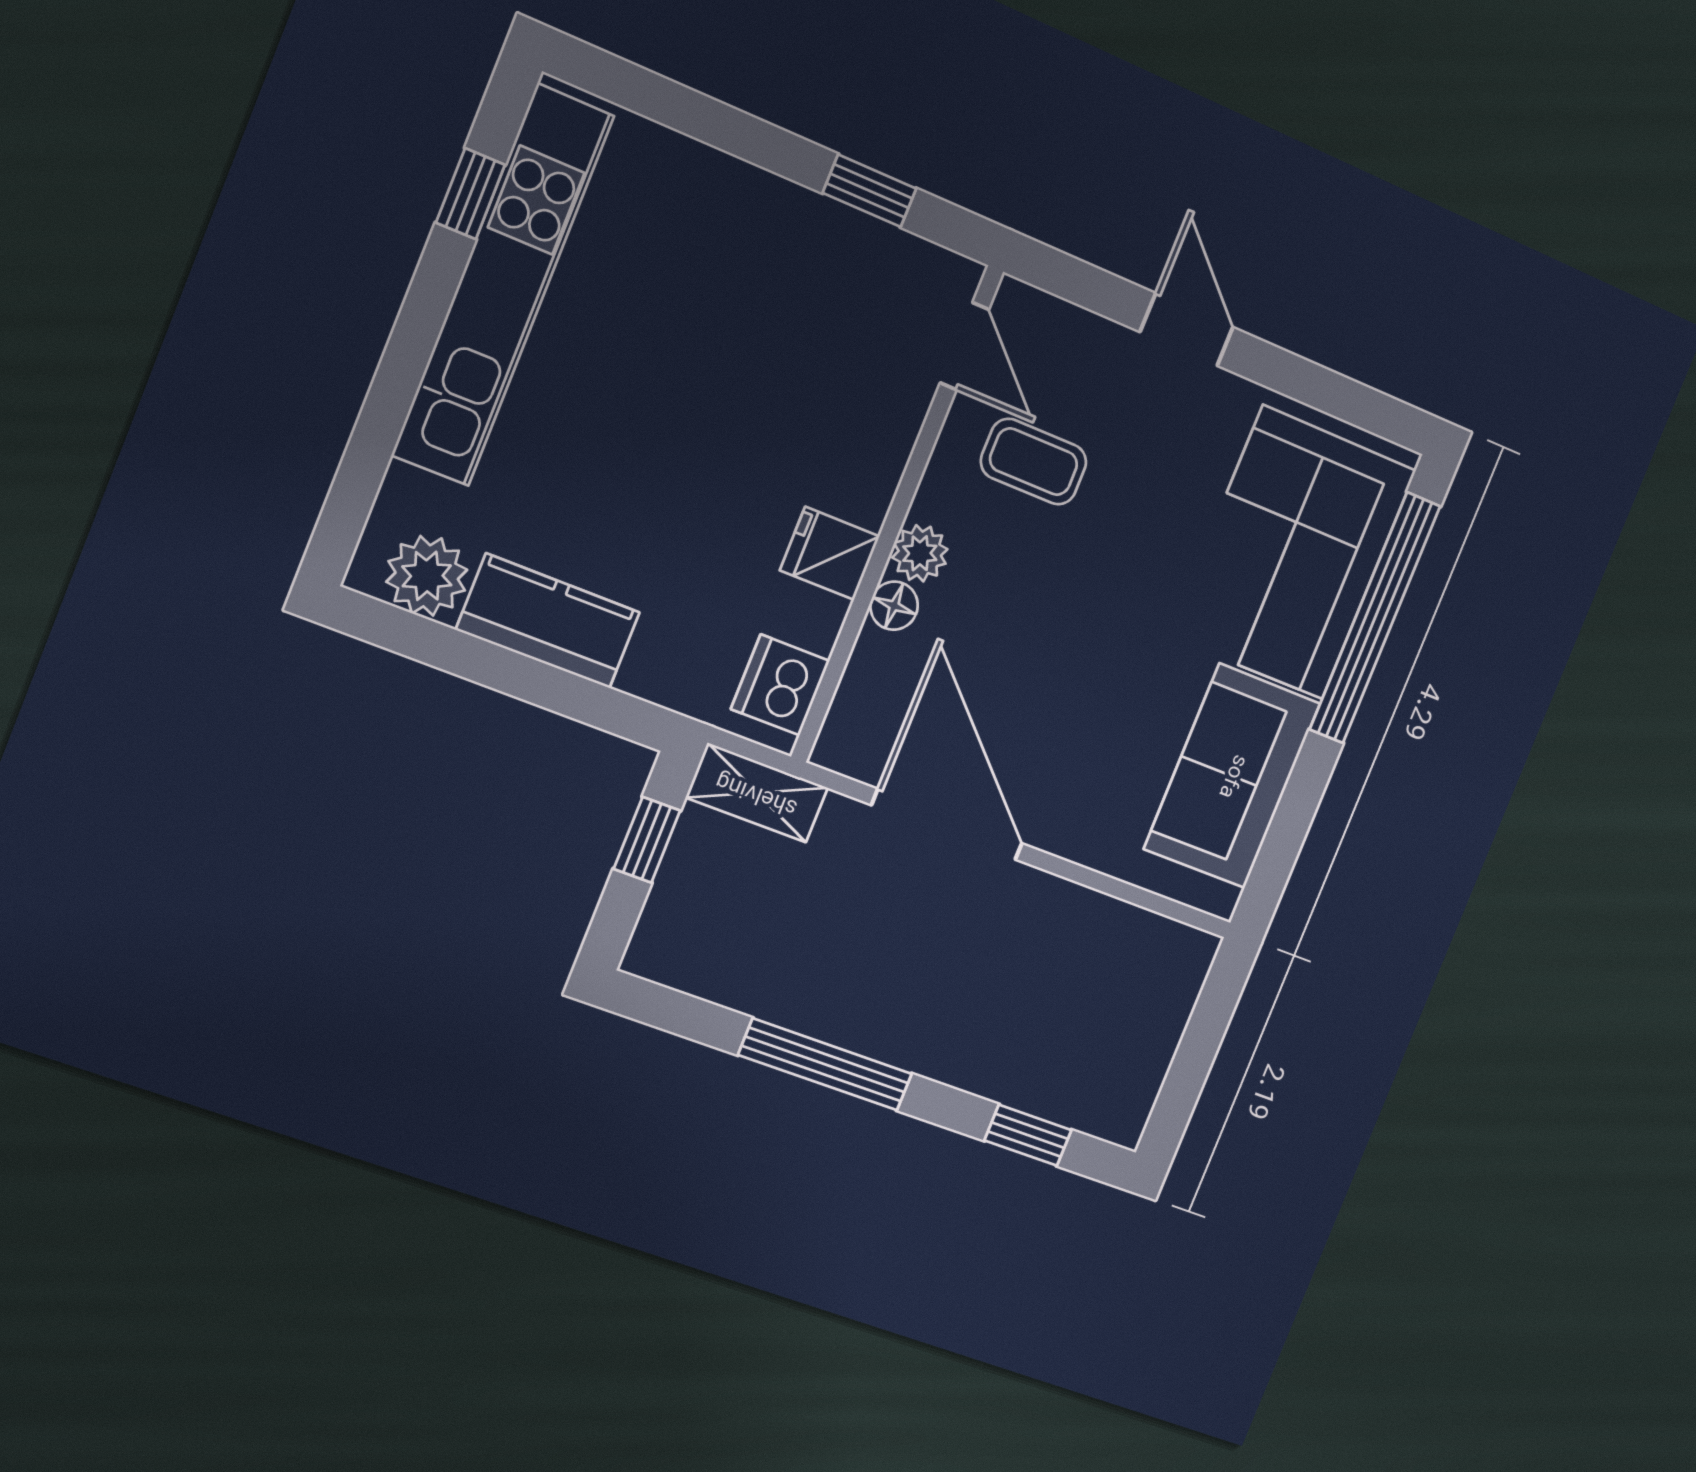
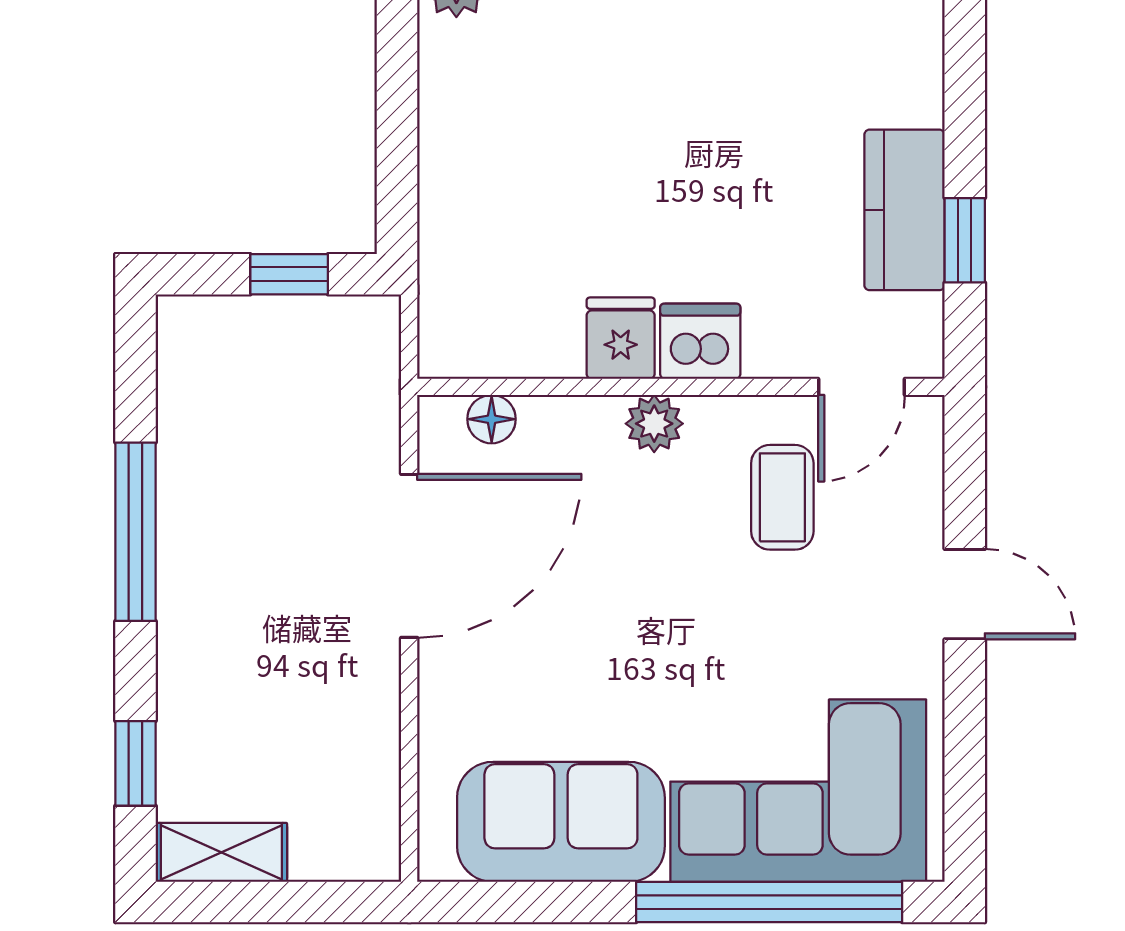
door: (1187, 330) -> (965, 594), hinge flipped
floor lamp: (894, 606) -> (492, 419), moved
kitchen counter: (548, 621) -> (904, 210), moved, turned 180
dishwasher: (780, 685) -> (700, 341), moved
shelving: (757, 793) -> (221, 852), moved, turned 90

